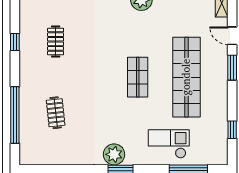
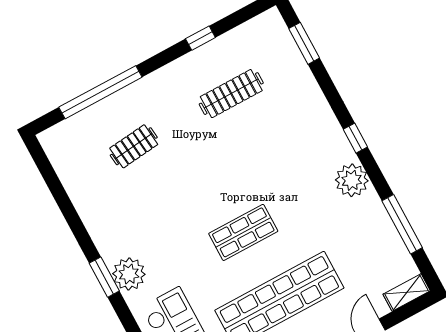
clothes rail: (56, 42) -> (231, 94), width x1.36
plant: (114, 154) -> (129, 274), moved

